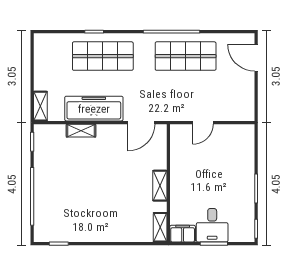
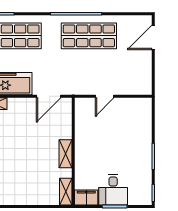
door: (256, 58) -> (153, 37), hinge flipped

